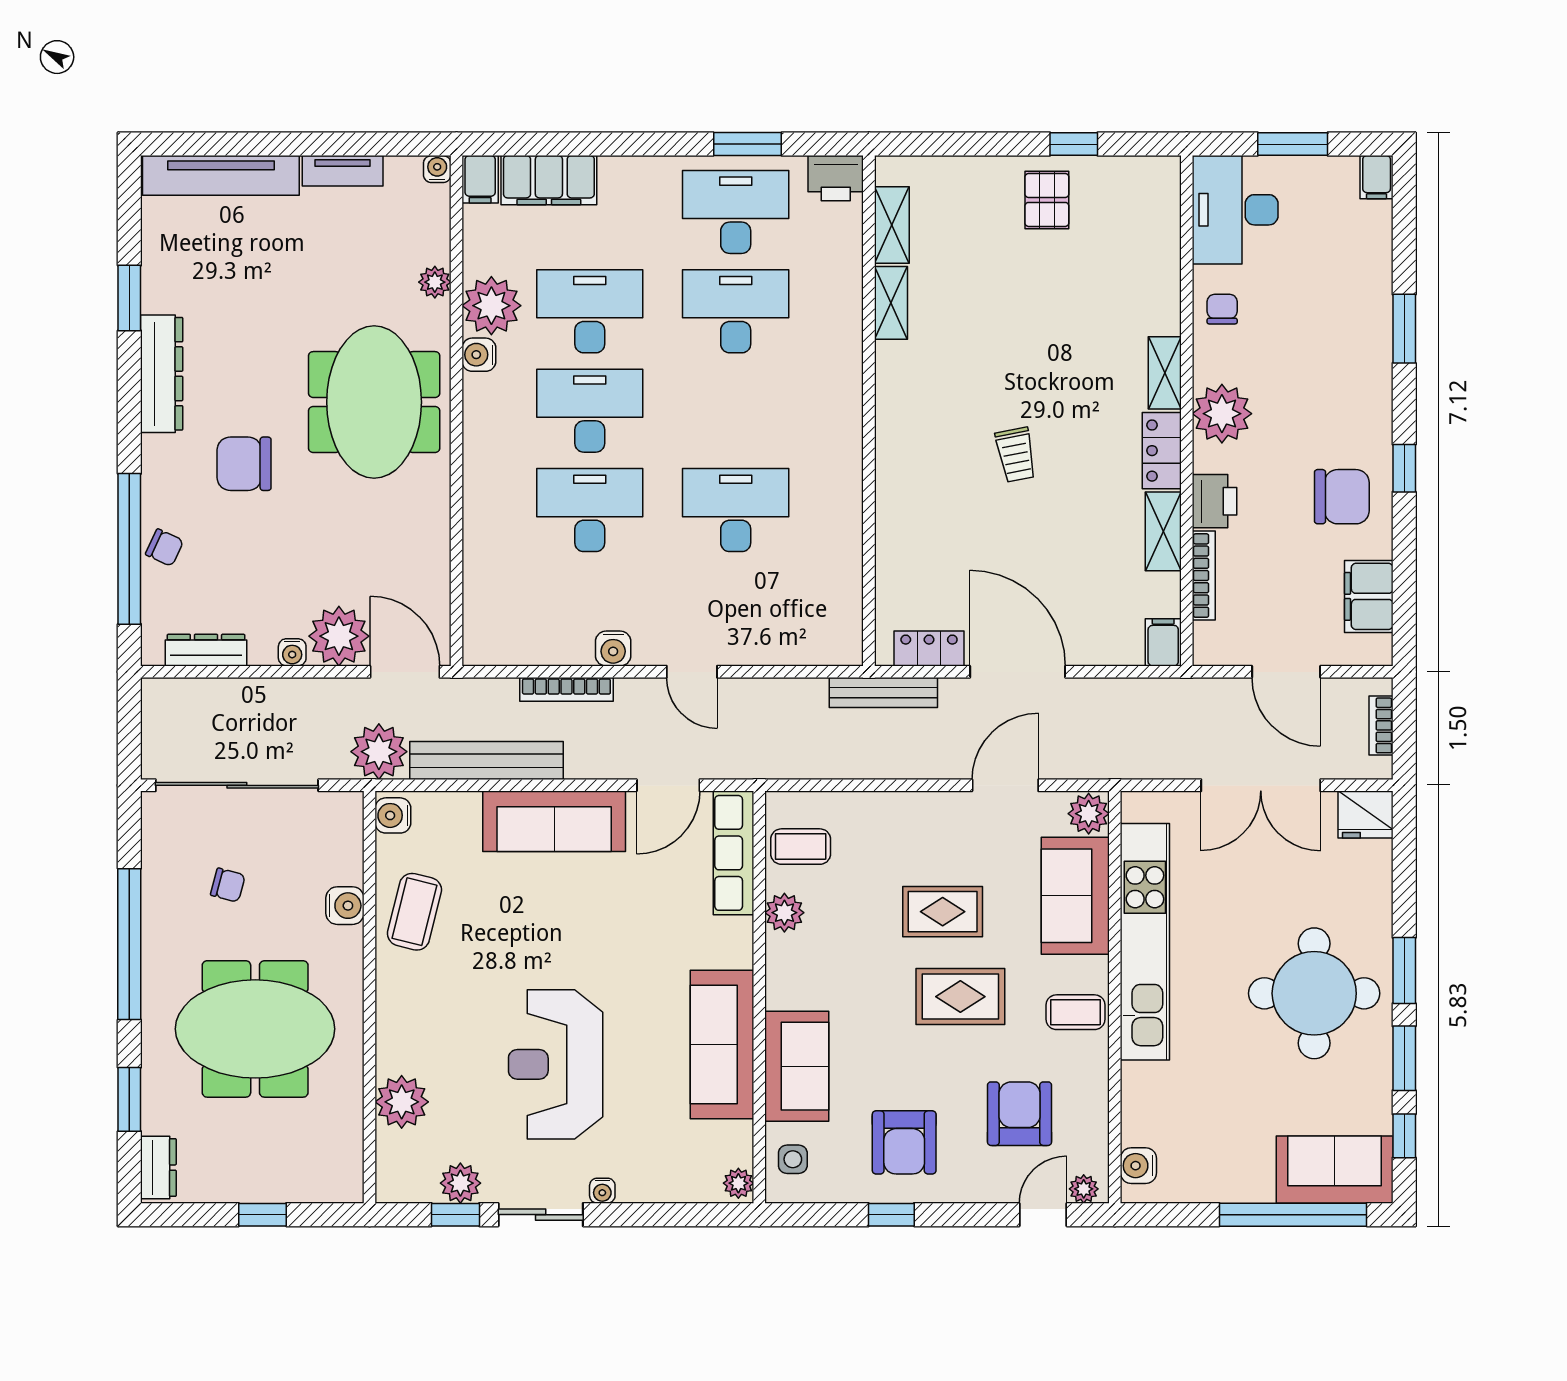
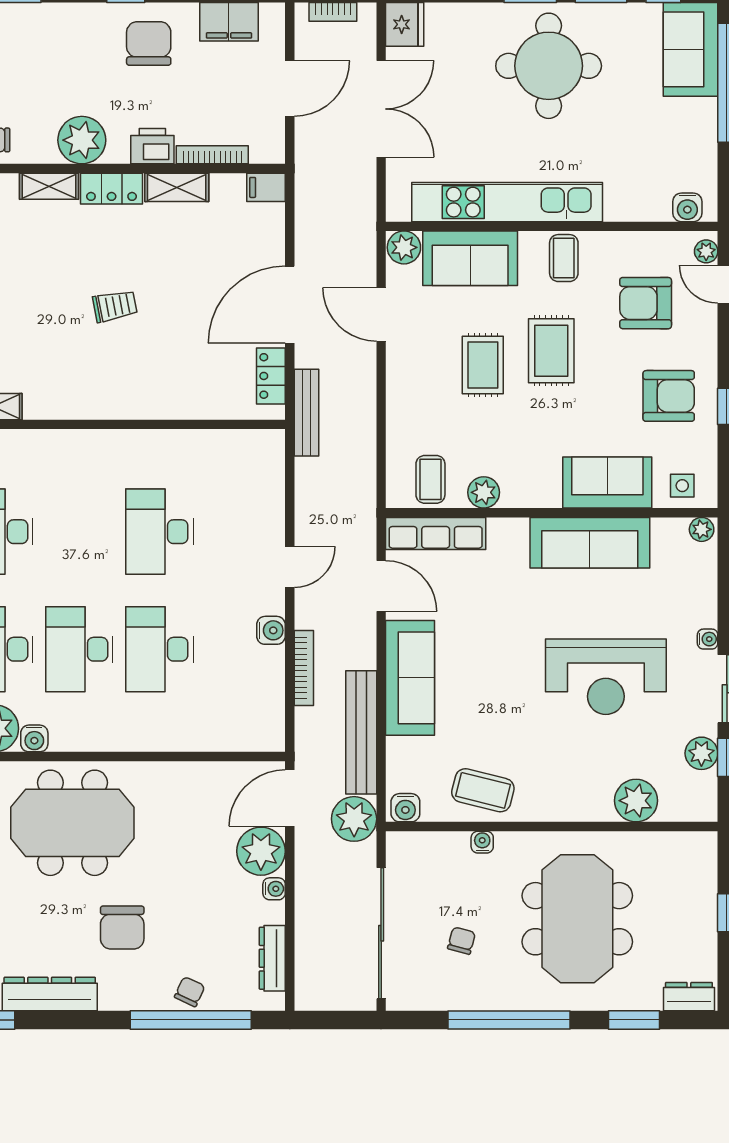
water cooler: (345, 906) -> (482, 842), width x0.72, depth x0.72

